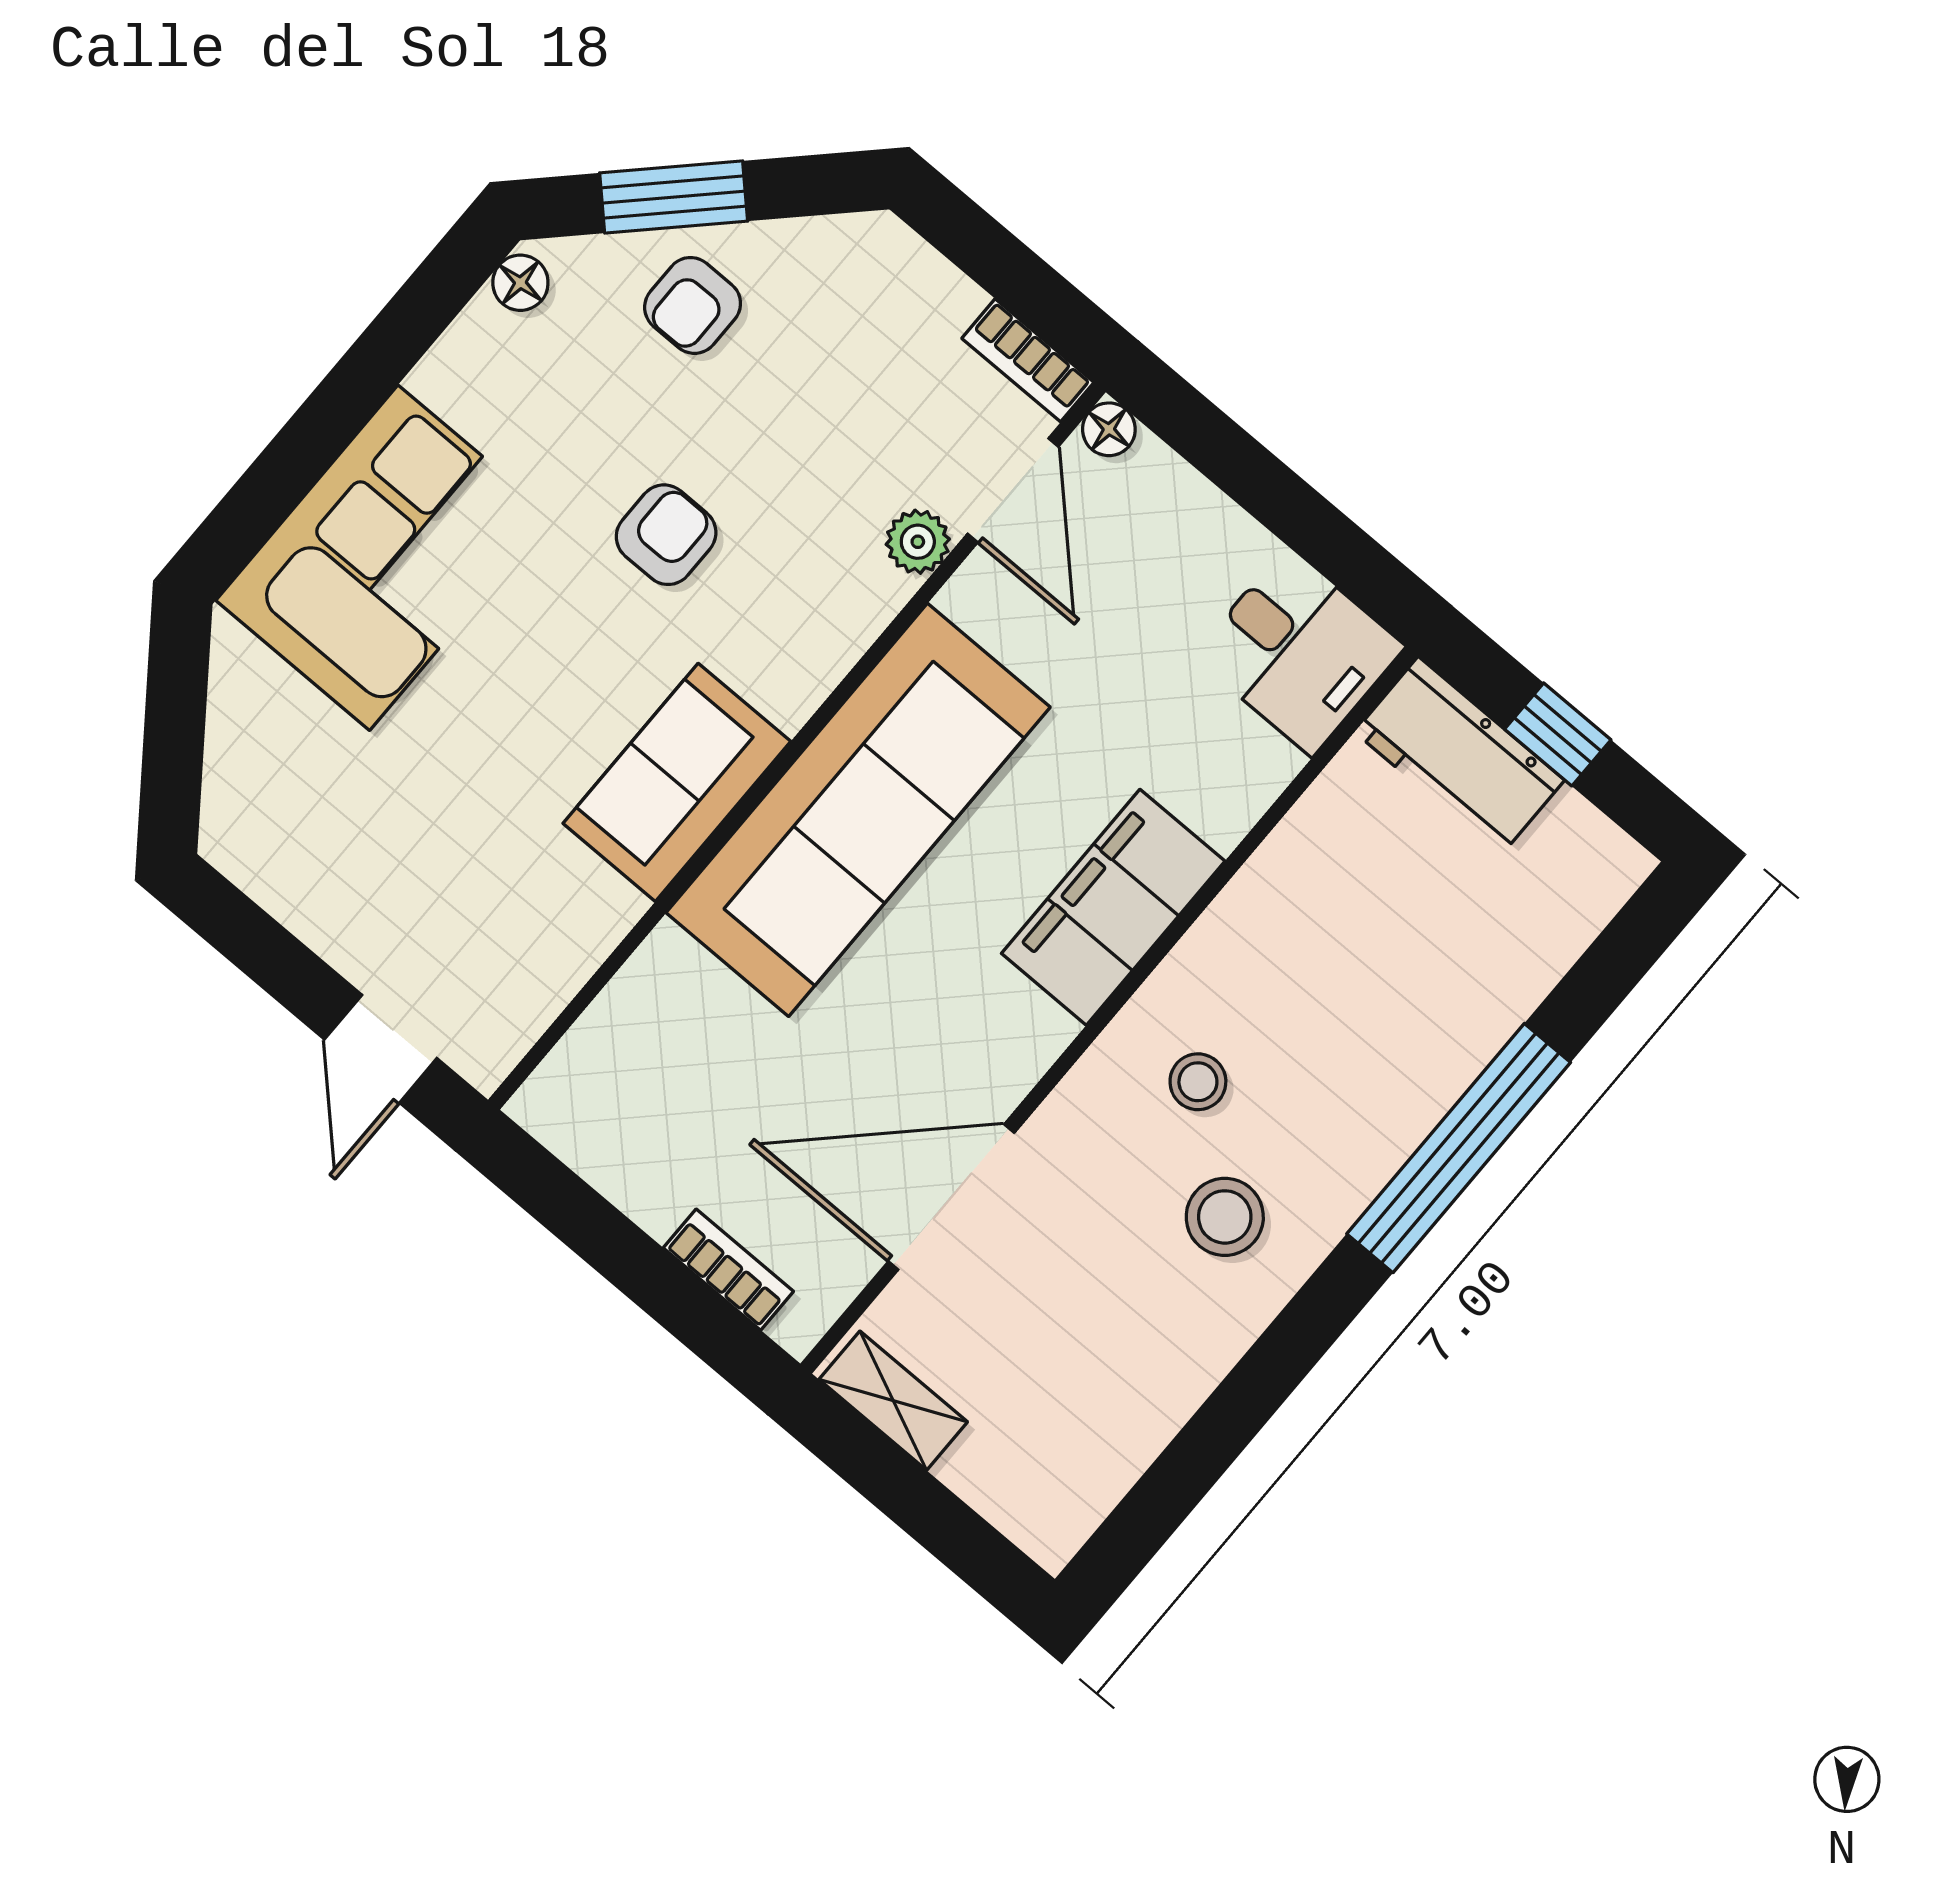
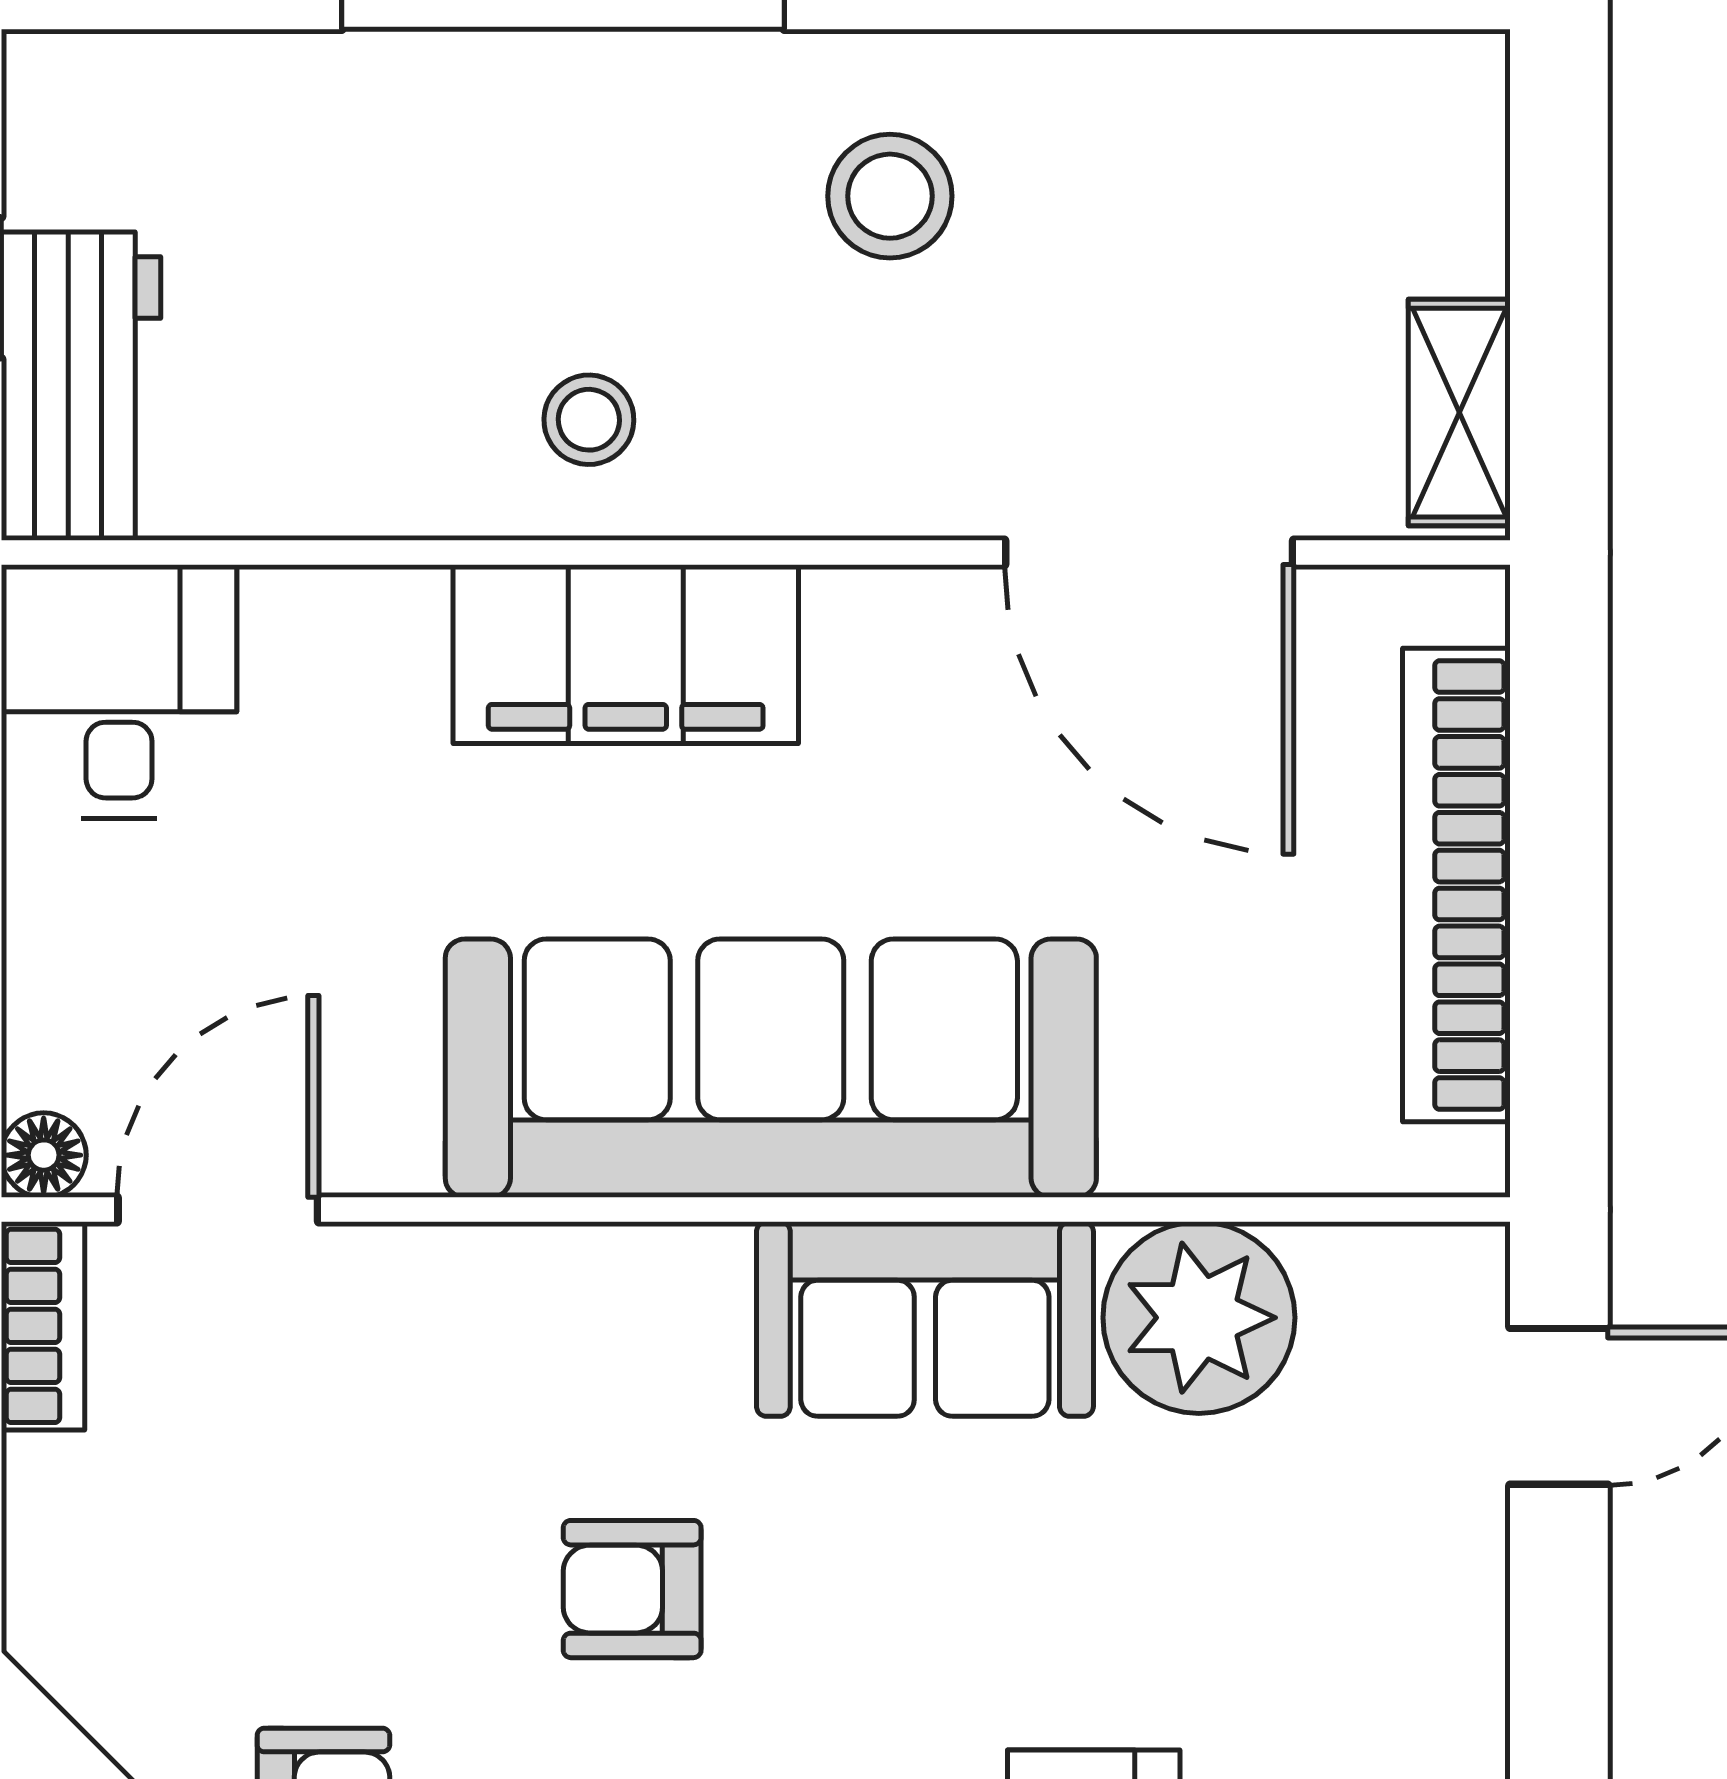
plant: (918, 542) -> (1199, 1318), moved, width x1.87, depth x1.87
stool: (1198, 1082) -> (589, 420), moved
bookcase: (728, 1270) -> (1456, 885), width x2.31, depth x1.31

